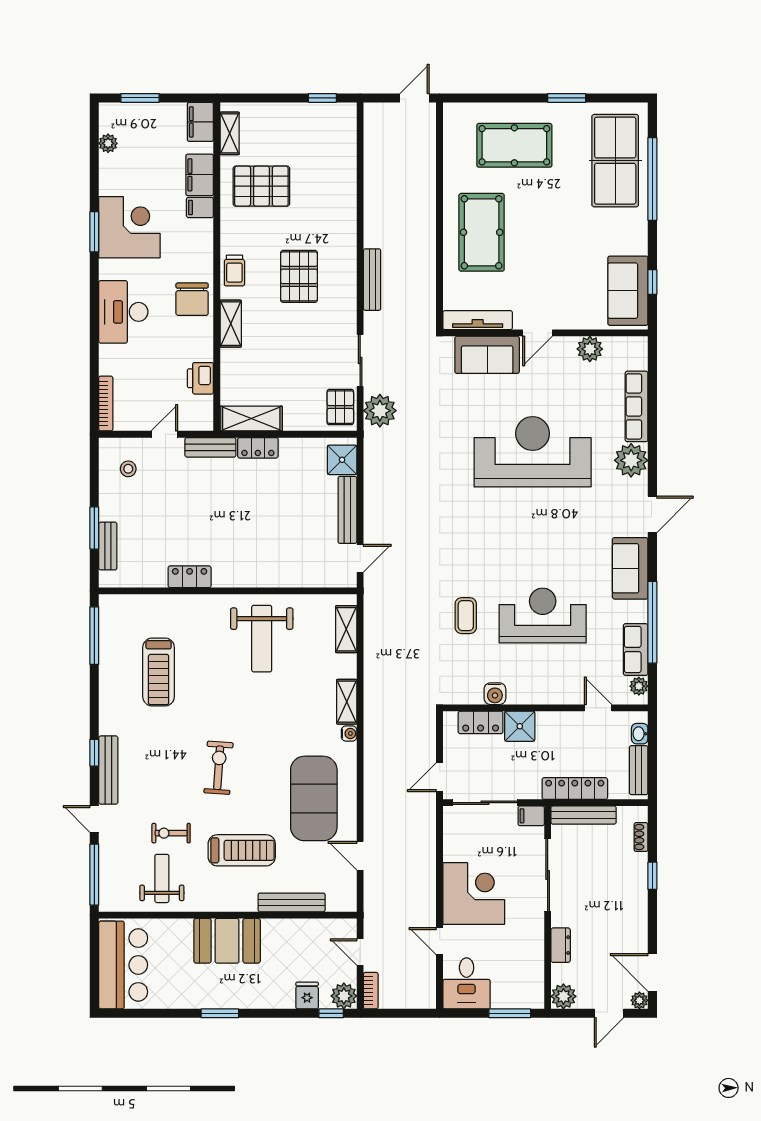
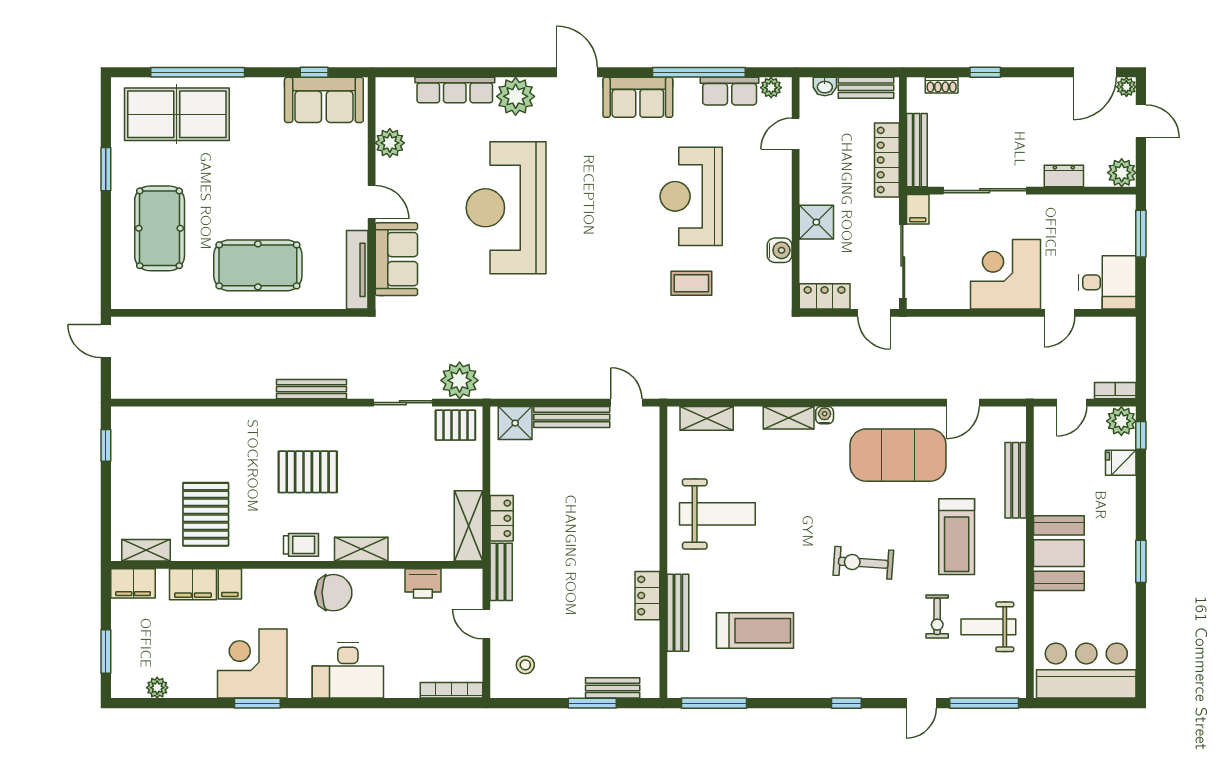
locker: (481, 722) -> (825, 296), moved, turned -90
bench: (108, 770) -> (678, 613), moved, turned 90
treadmill: (242, 850) -> (957, 537), turned 180

